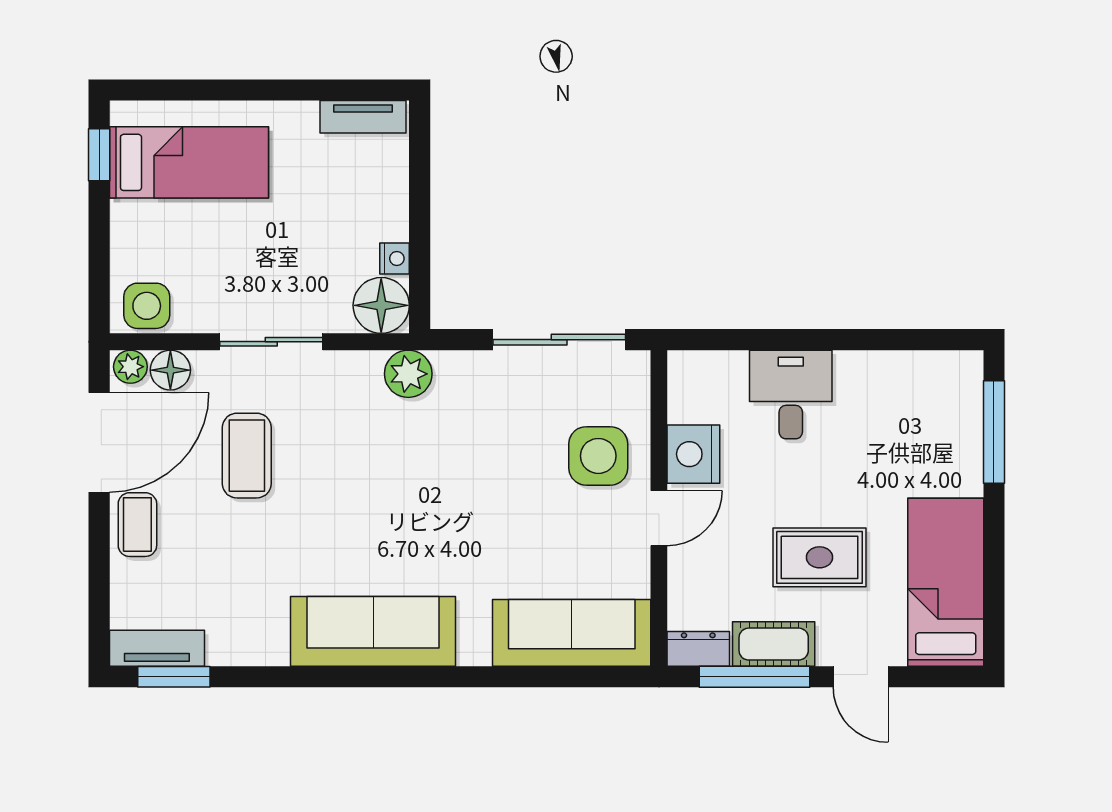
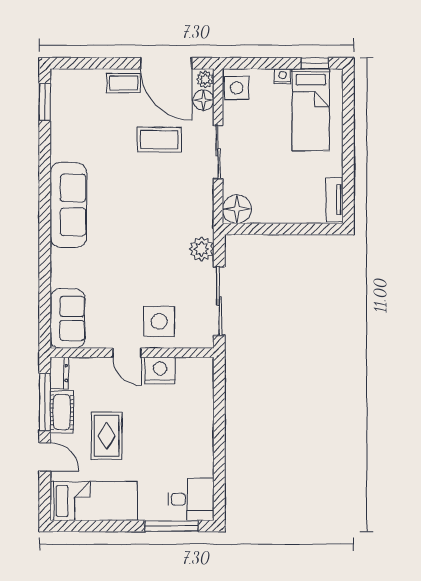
nightstand: (394, 259) -> (283, 76), moved, turned 180
plant: (408, 374) -> (202, 249), moved
desk: (791, 395) -> (191, 499), moved
sofa: (572, 633) -> (68, 318), width x0.73
tv unit: (157, 648) -> (60, 93), removed
door: (861, 677) -> (45, 457), swing flipped

